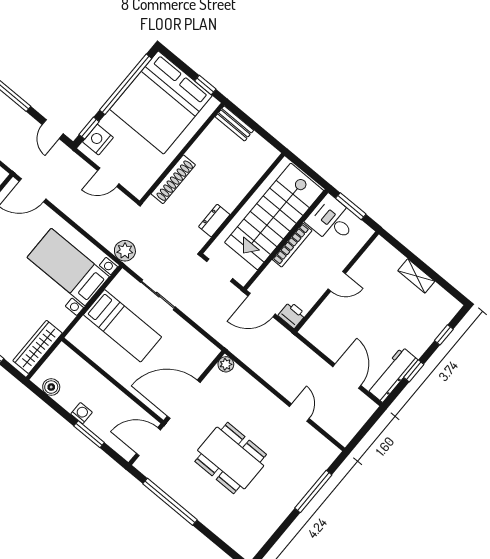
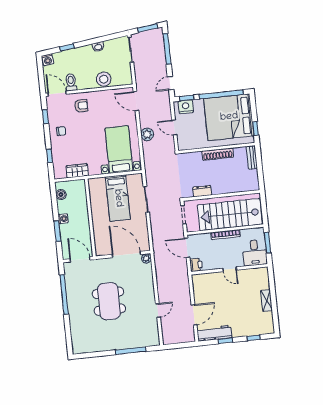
shoe rack: (173, 179) -> (218, 154), moved
desk: (332, 220) -> (255, 253), moved, turned 180
plant: (125, 251) -> (147, 134), moved
wardrobe: (38, 347) -> (77, 171), width x0.67
door: (184, 399) -> (126, 254), moved

